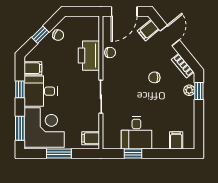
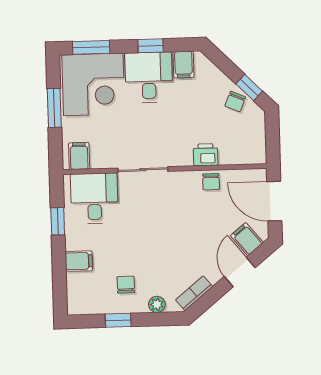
window: (40, 35) -> (249, 87), moved
door: (170, 35) -> (240, 272), swing flipped
printer: (89, 56) -> (206, 155), width x0.53, depth x0.68
chair: (154, 77) -> (126, 285), moved
window: (199, 91) -> (118, 320), moved
desk: (136, 133) -> (94, 198), moved, turned 90
filing cabinet: (176, 140) -> (79, 261), moved

